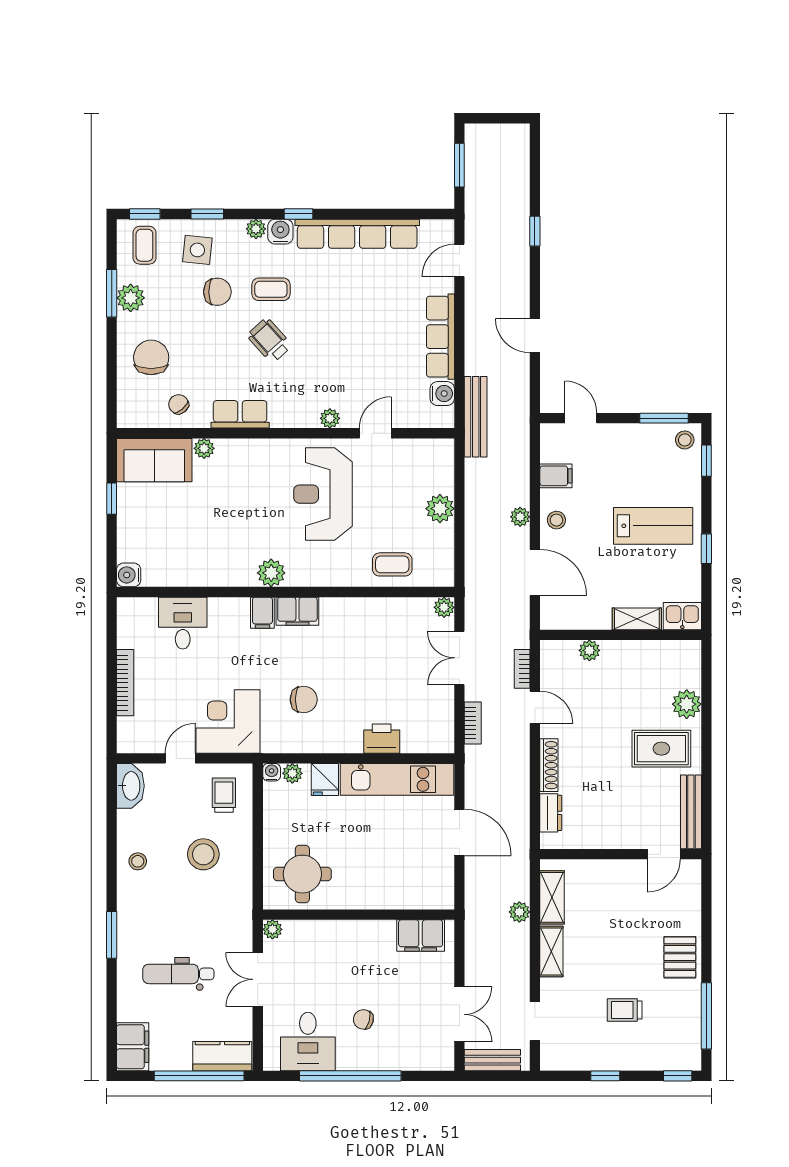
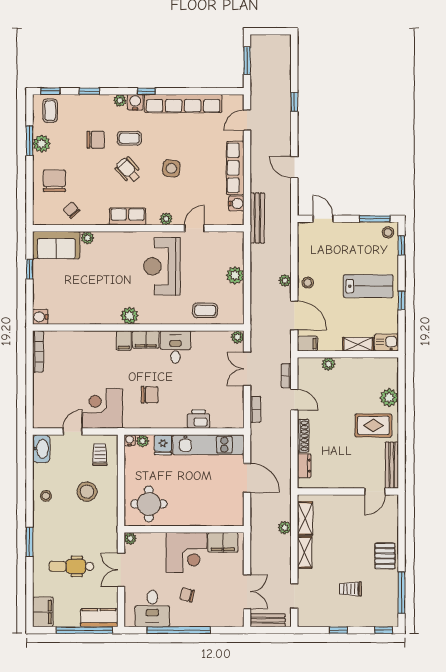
side table: (197, 250) -> (171, 168), moved
row of seats: (240, 414) -> (128, 216), moved
filing cabinet: (556, 476) -> (307, 344), moved
desk: (183, 623) -> (175, 347), moved
bookcase: (125, 683) -> (38, 351), moved
corner desk: (362, 952) -> (186, 553), added

